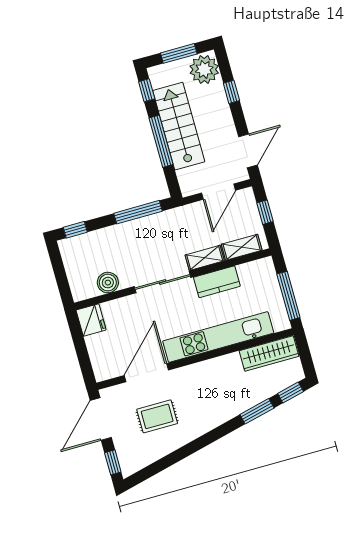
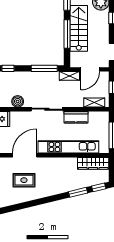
shelving: (205, 258) -> (69, 76), moved

